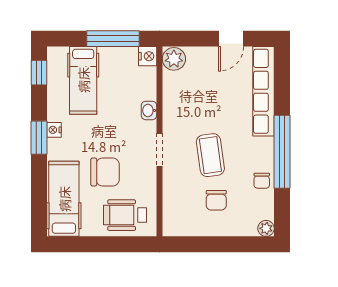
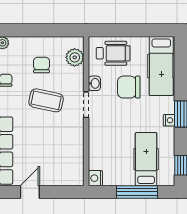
window: (113, 39) -> (137, 192), moved
plant: (174, 59) -> (75, 57), moved
washbasin: (149, 110) -> (94, 83), moved
coffee table: (210, 155) -> (46, 100), turned -70

